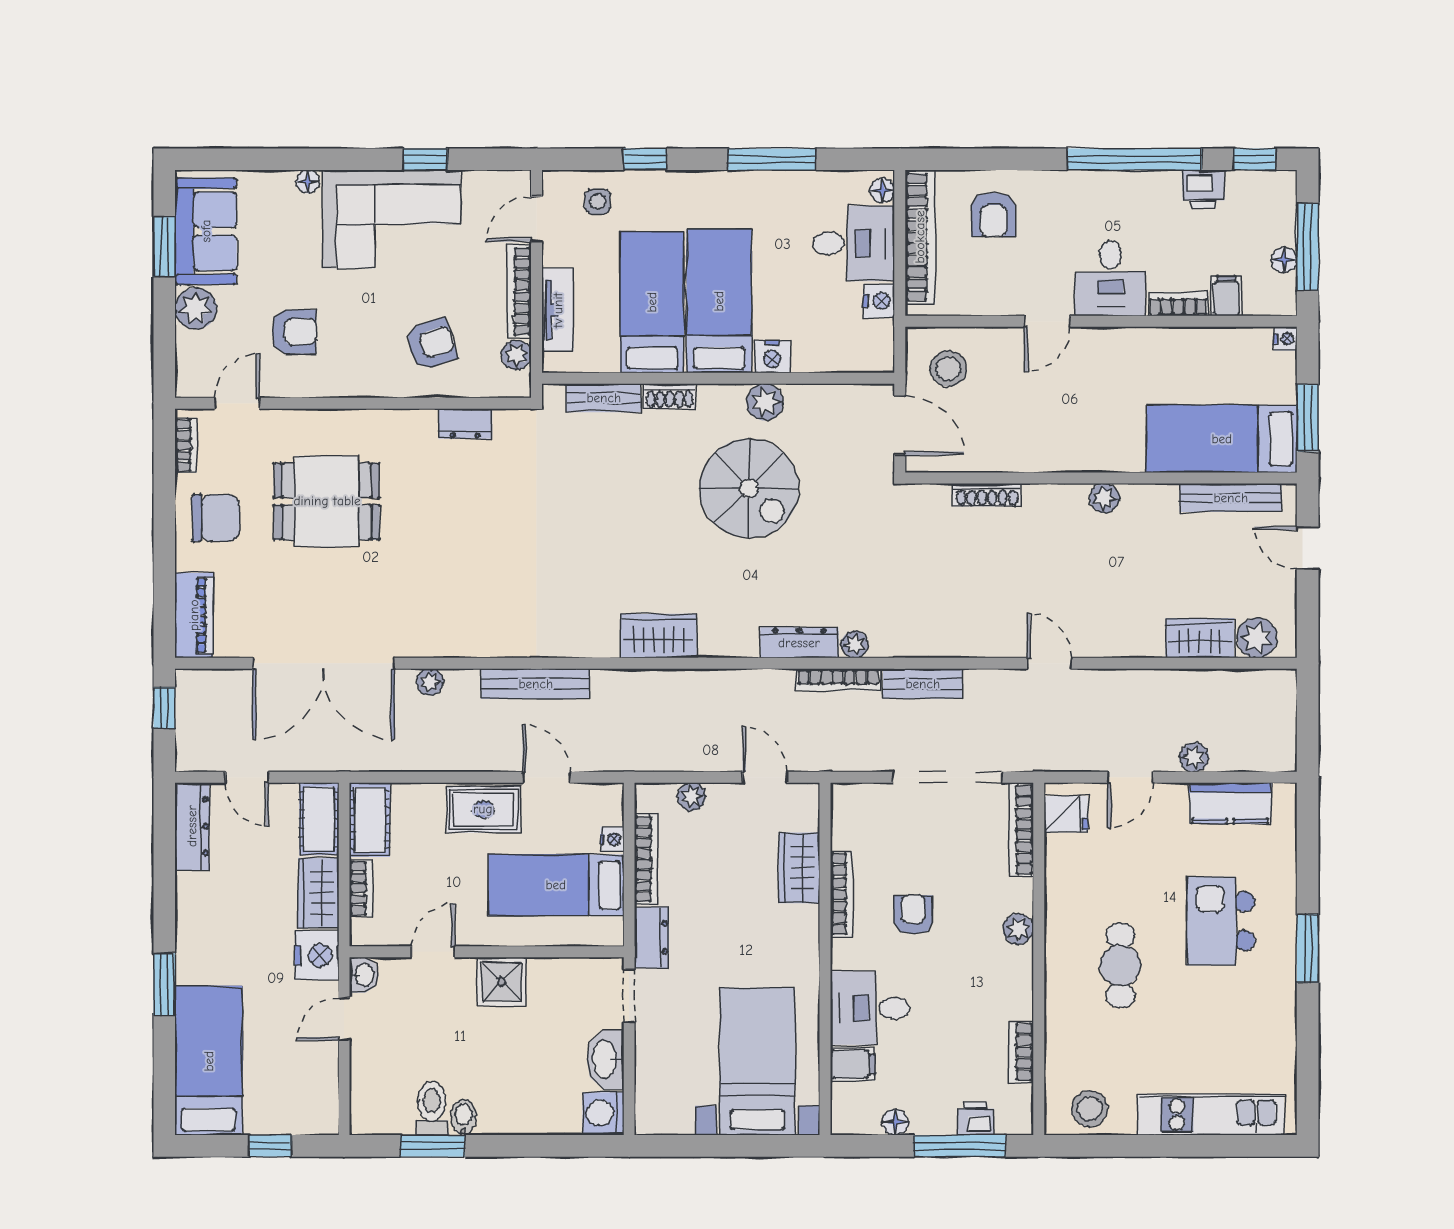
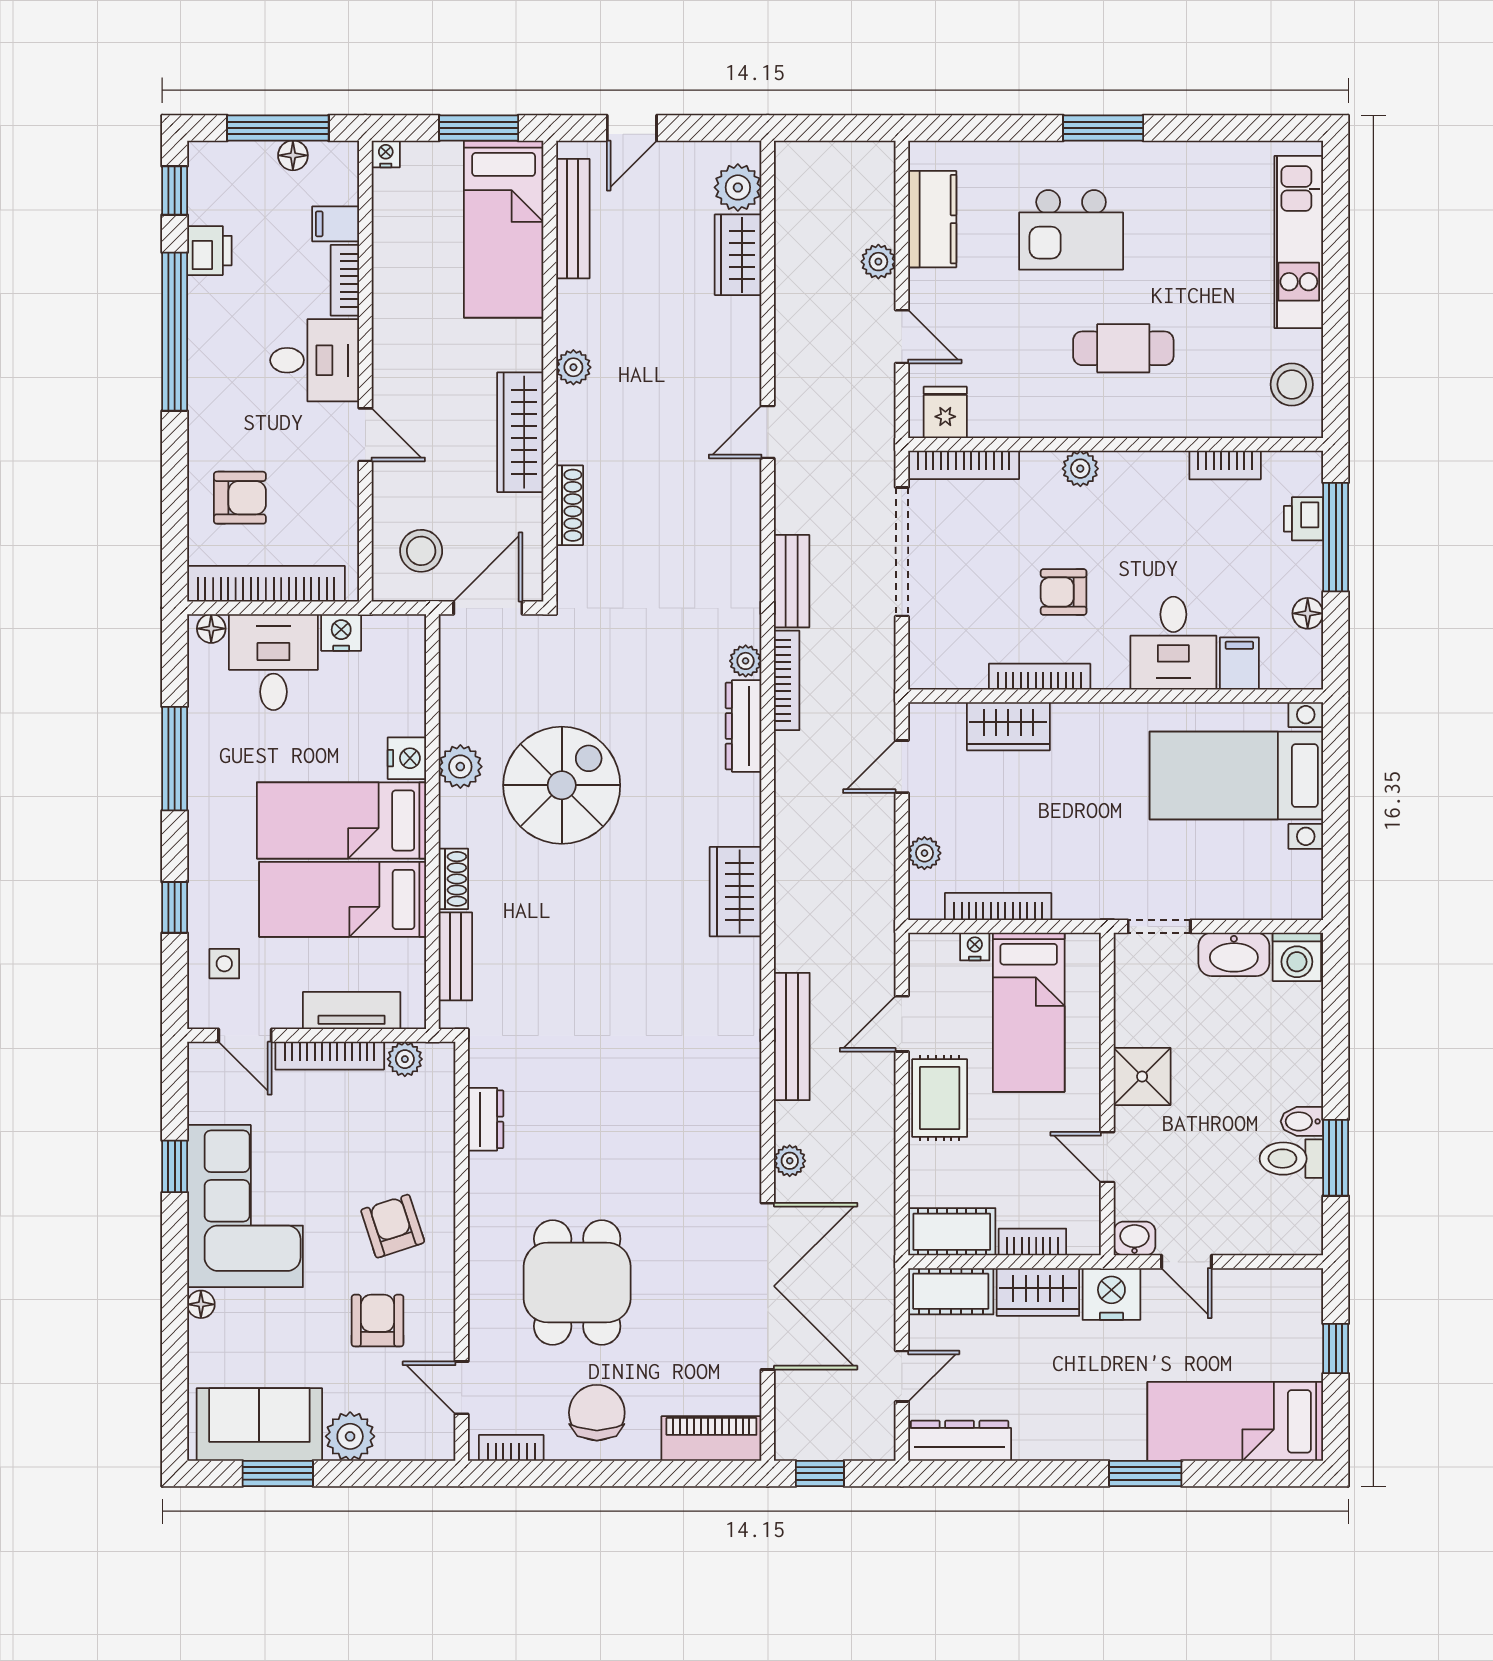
armchair: (431, 344) -> (393, 1226), moved
wardrobe: (1049, 453) -> (520, 432), added
dresser: (652, 937) -> (1090, 900), removed

